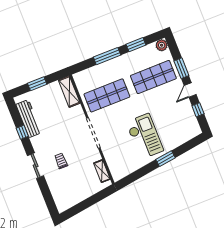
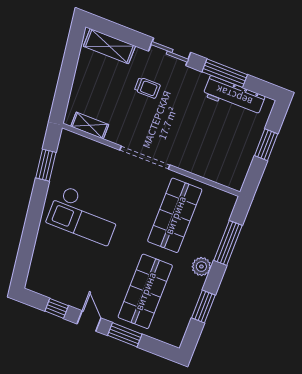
plant: (162, 45) -> (201, 267), moved
window: (107, 56) -> (228, 243), moved
shelving: (69, 92) -> (109, 46), moved
window: (22, 132) -> (225, 73), width x2.17
window: (166, 159) -> (46, 165), moved

